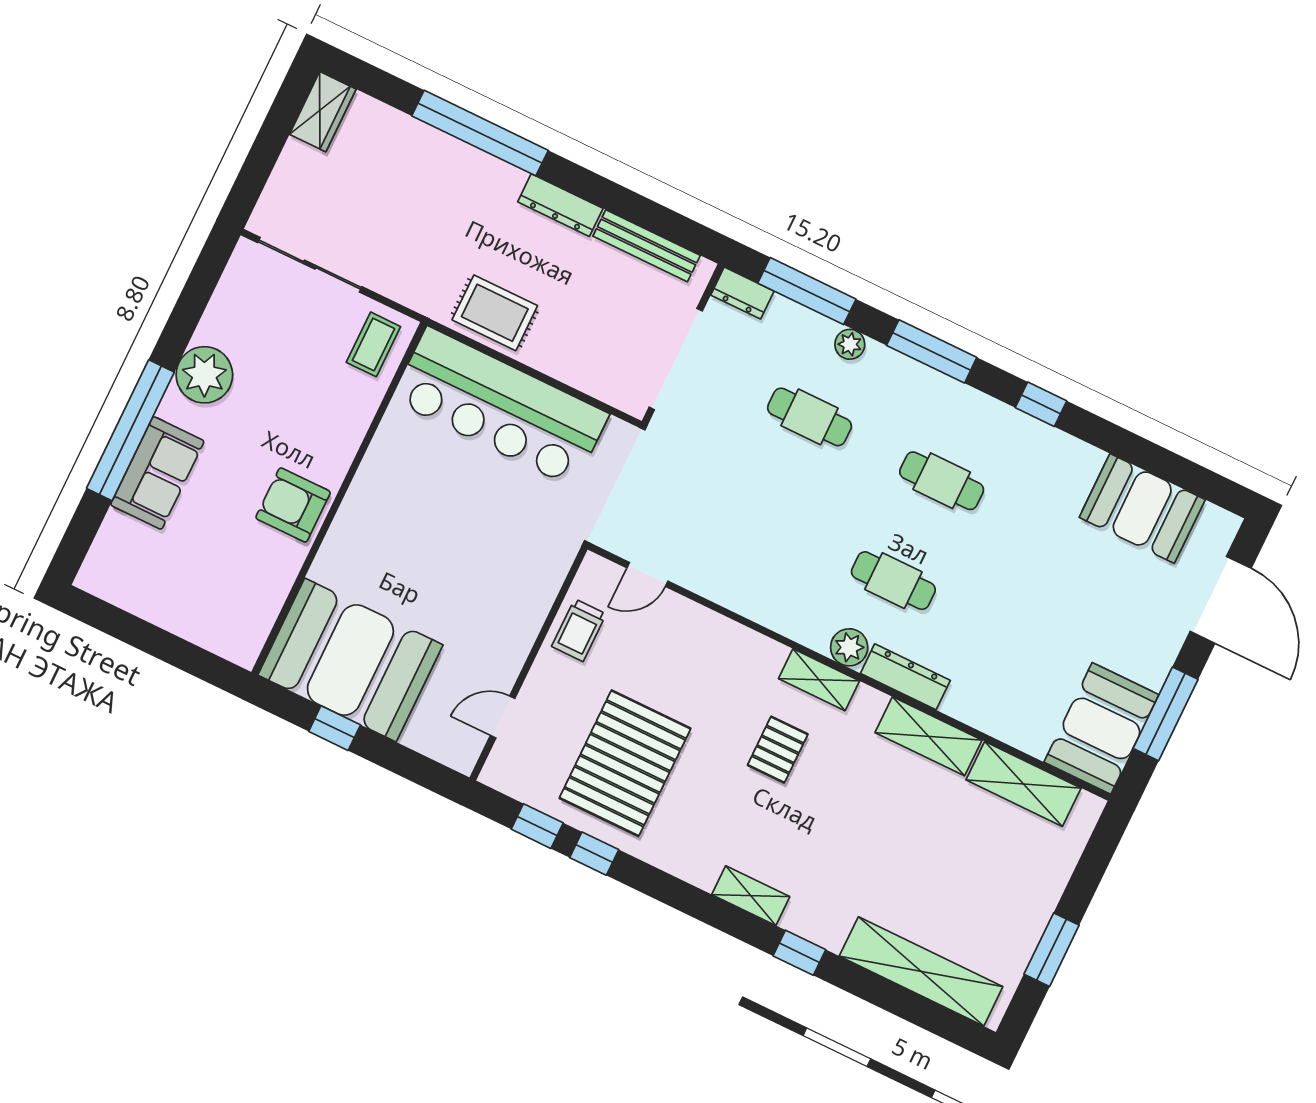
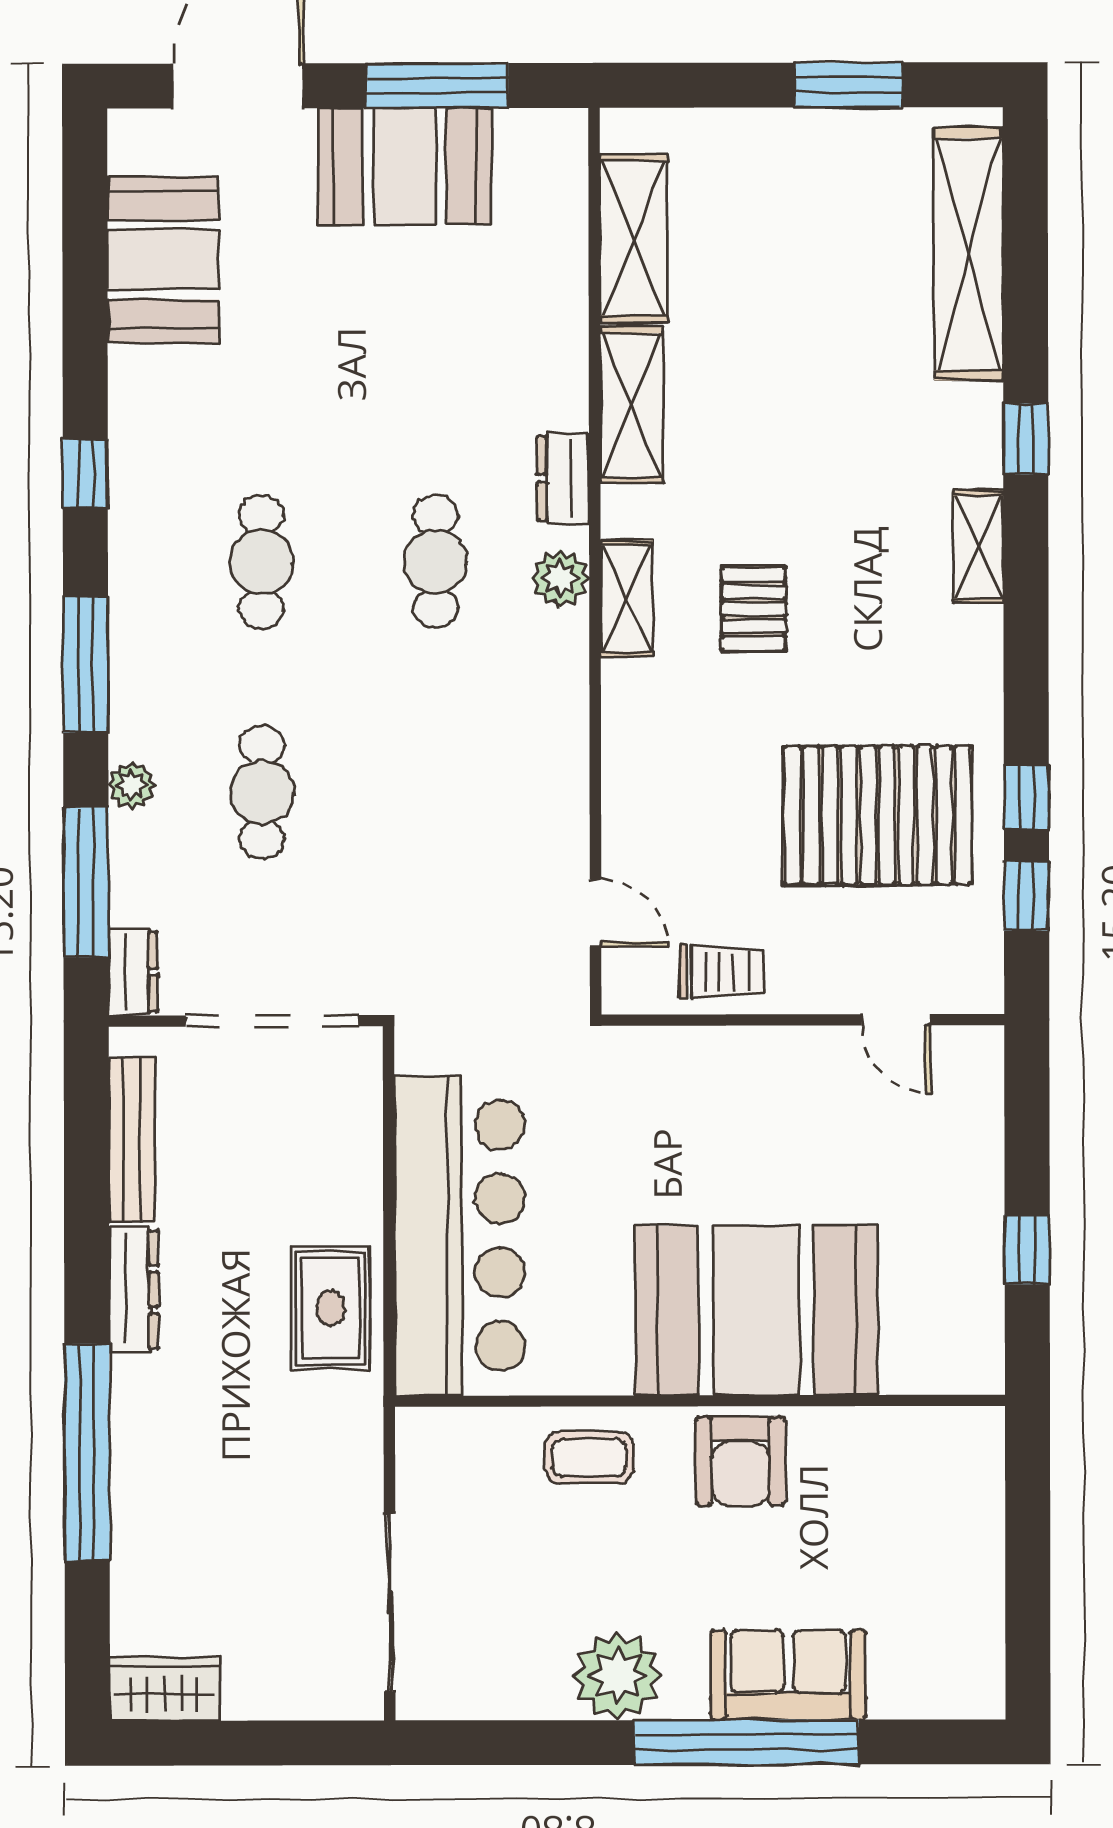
coffee table: (373, 344) -> (589, 1458), moved
booth: (350, 660) -> (756, 1310), moved, turned 90
dresser: (905, 677) -> (563, 478), width x0.70
booth: (1101, 728) -> (405, 166), moved
pallet: (778, 750) -> (754, 609), turned 90

